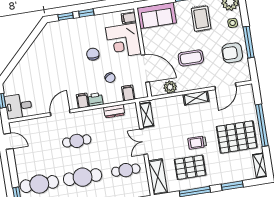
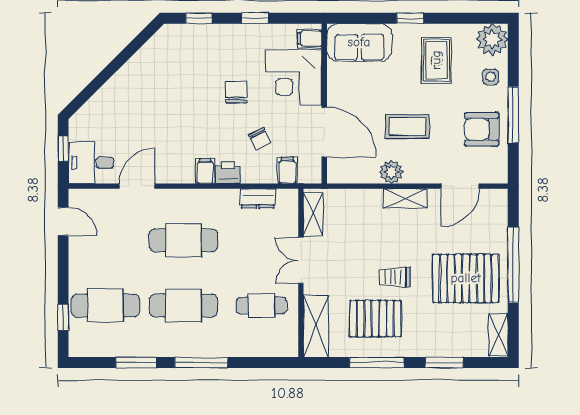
window: (86, 13) -> (255, 18), moved
plant: (170, 87) -> (391, 172), moved
door: (60, 113) -> (137, 186), moved
cafe table: (77, 141) -> (183, 240), width x1.37, depth x1.35

